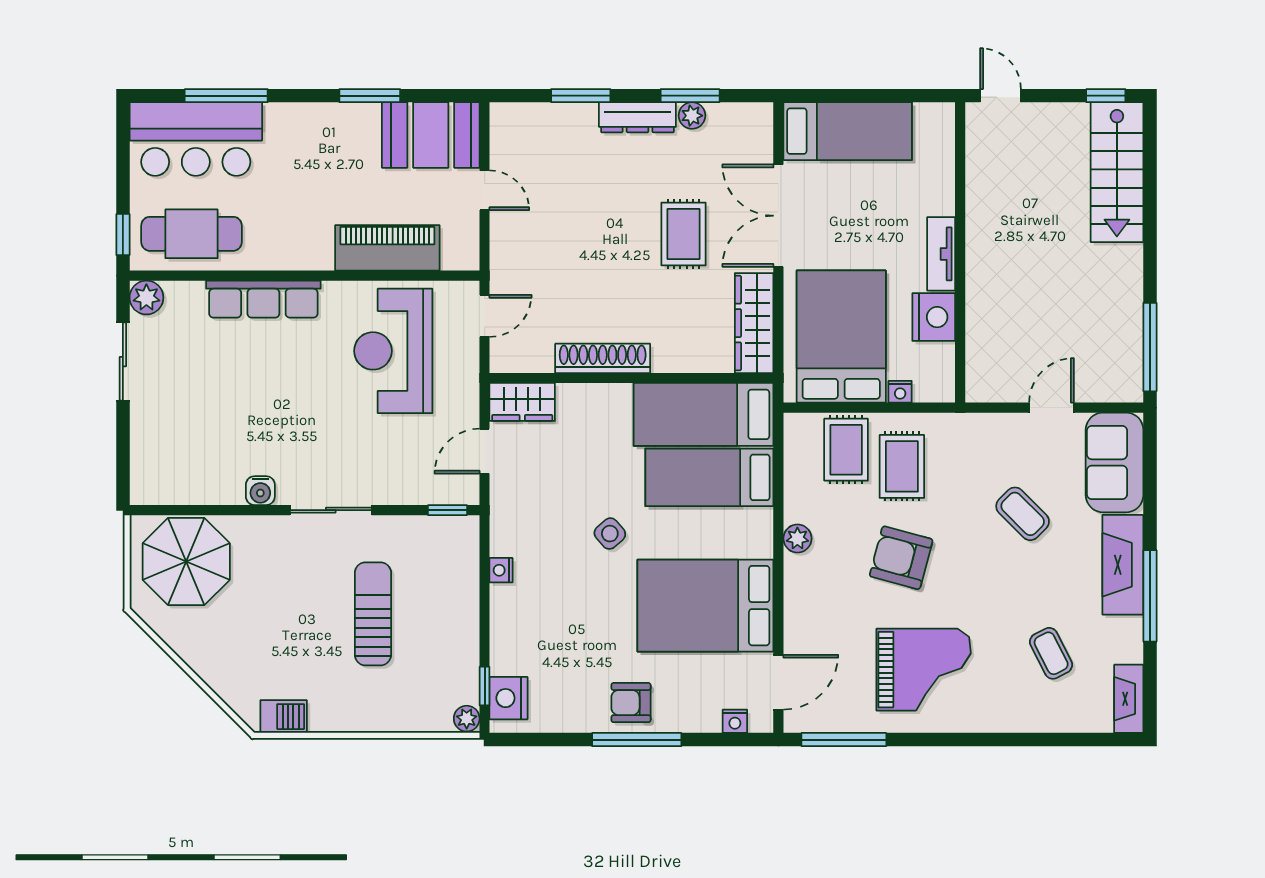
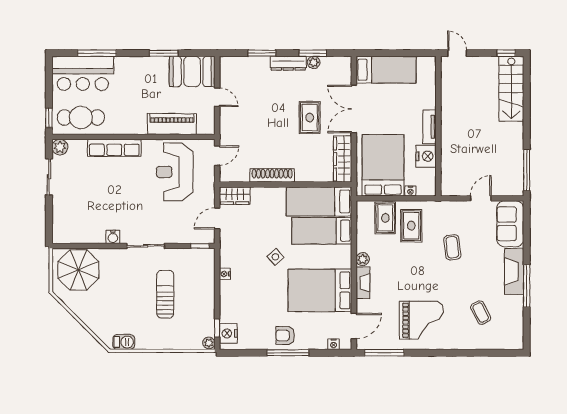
coffee table: (1023, 514) -> (452, 247), moved, turned 38
armchair: (901, 558) -> (411, 268), removed
fireplace: (1129, 699) -> (363, 283), moved, turned 180

